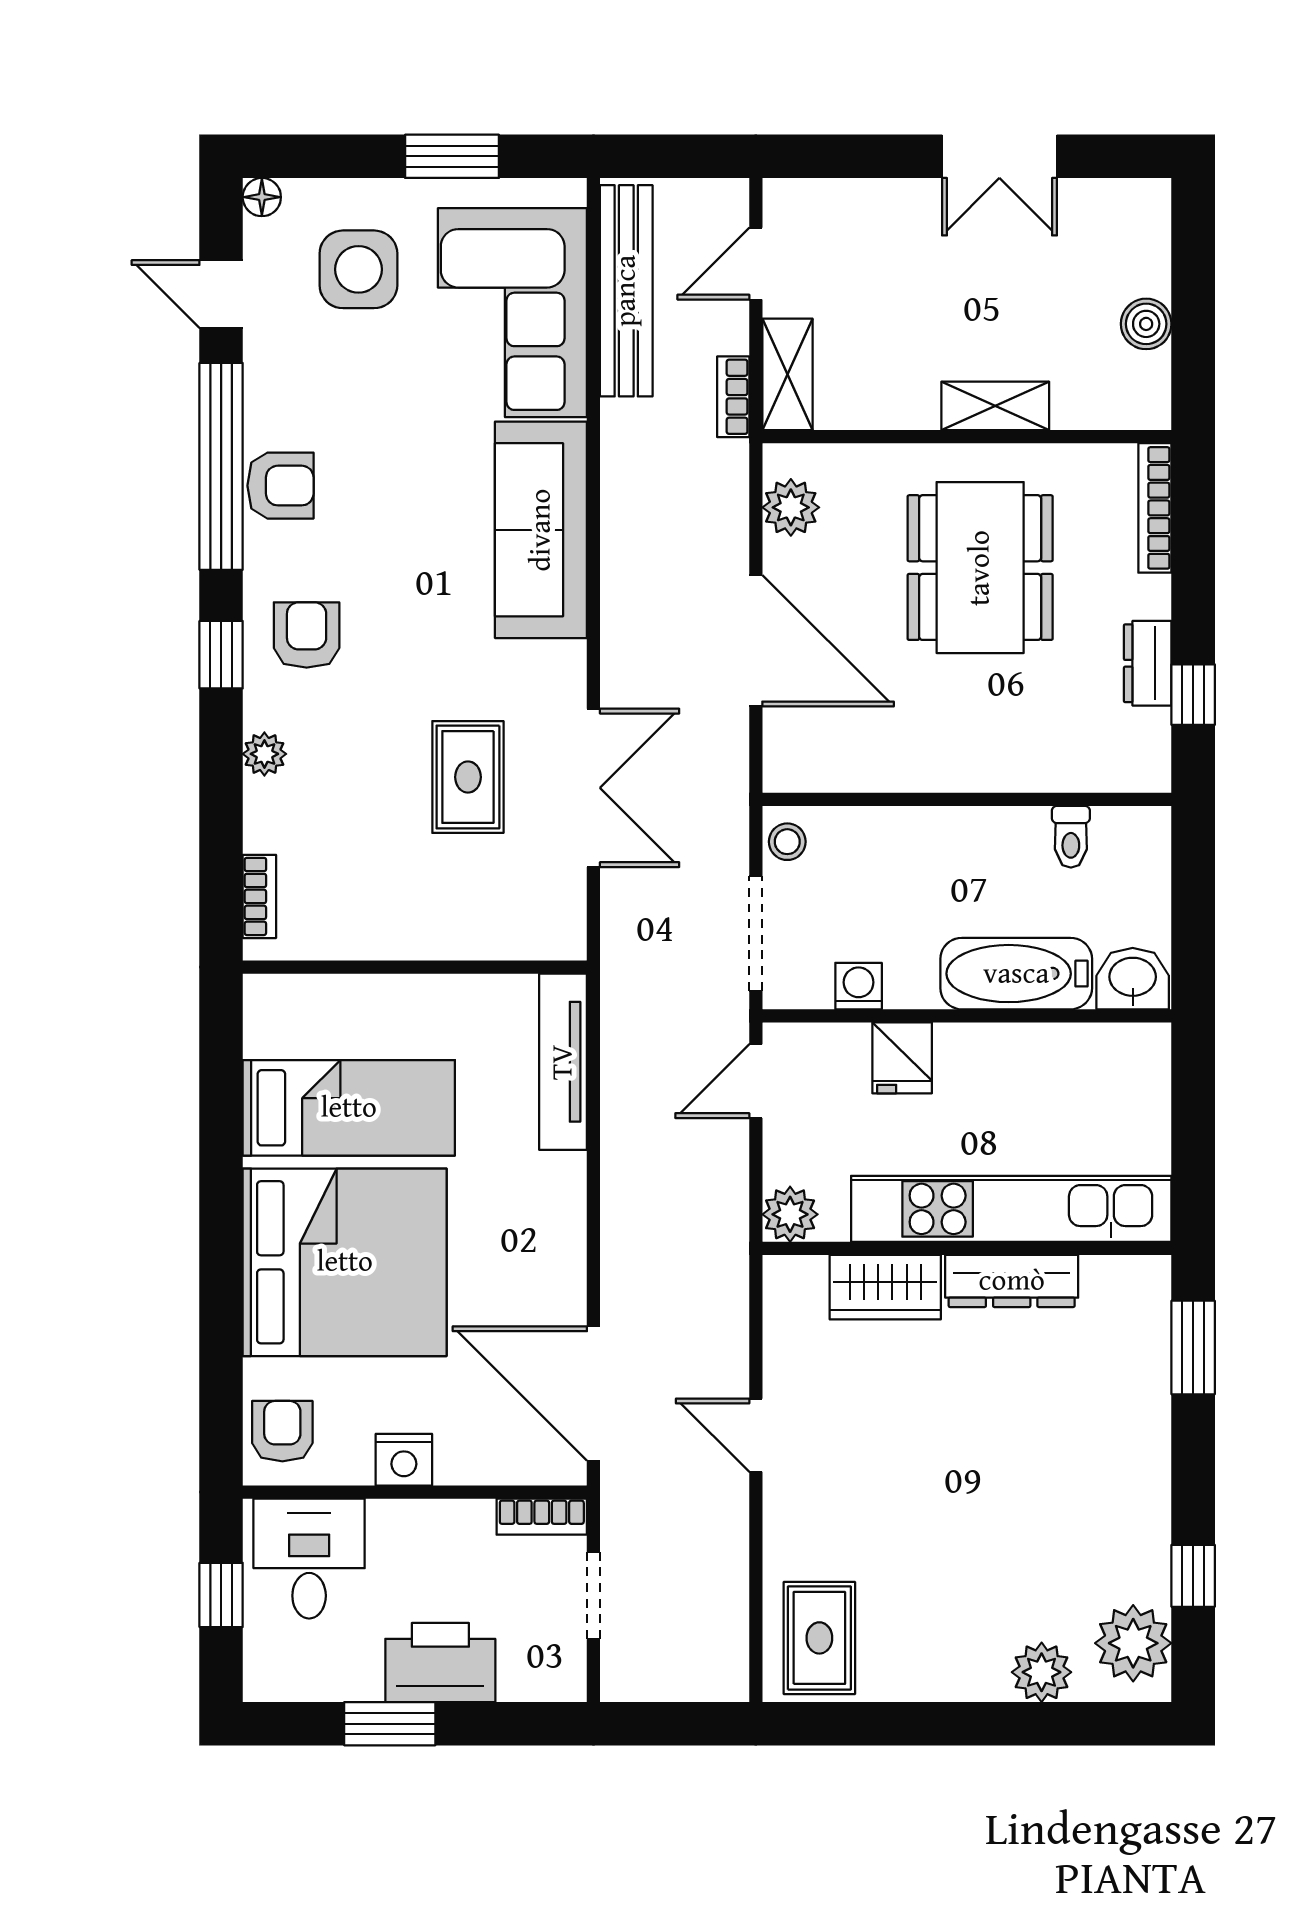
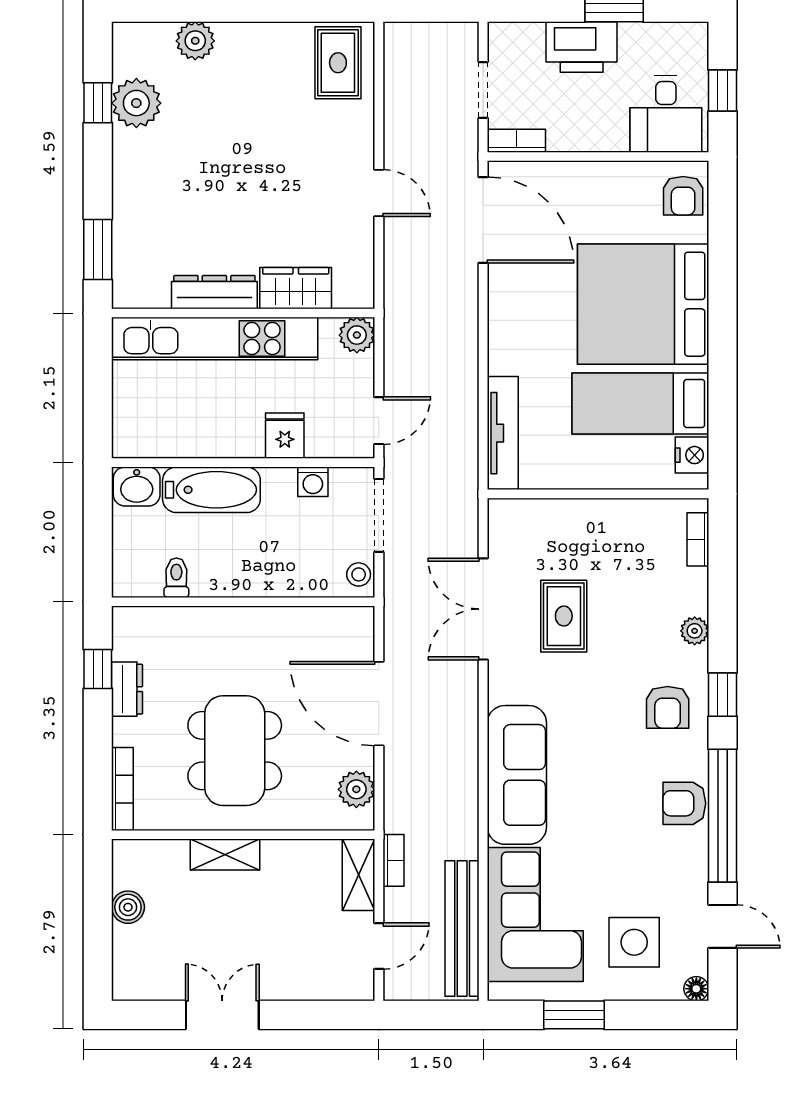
nightstand: (404, 1460) -> (692, 455), moved, turned 90
plant: (1133, 1643) -> (136, 103), moved

